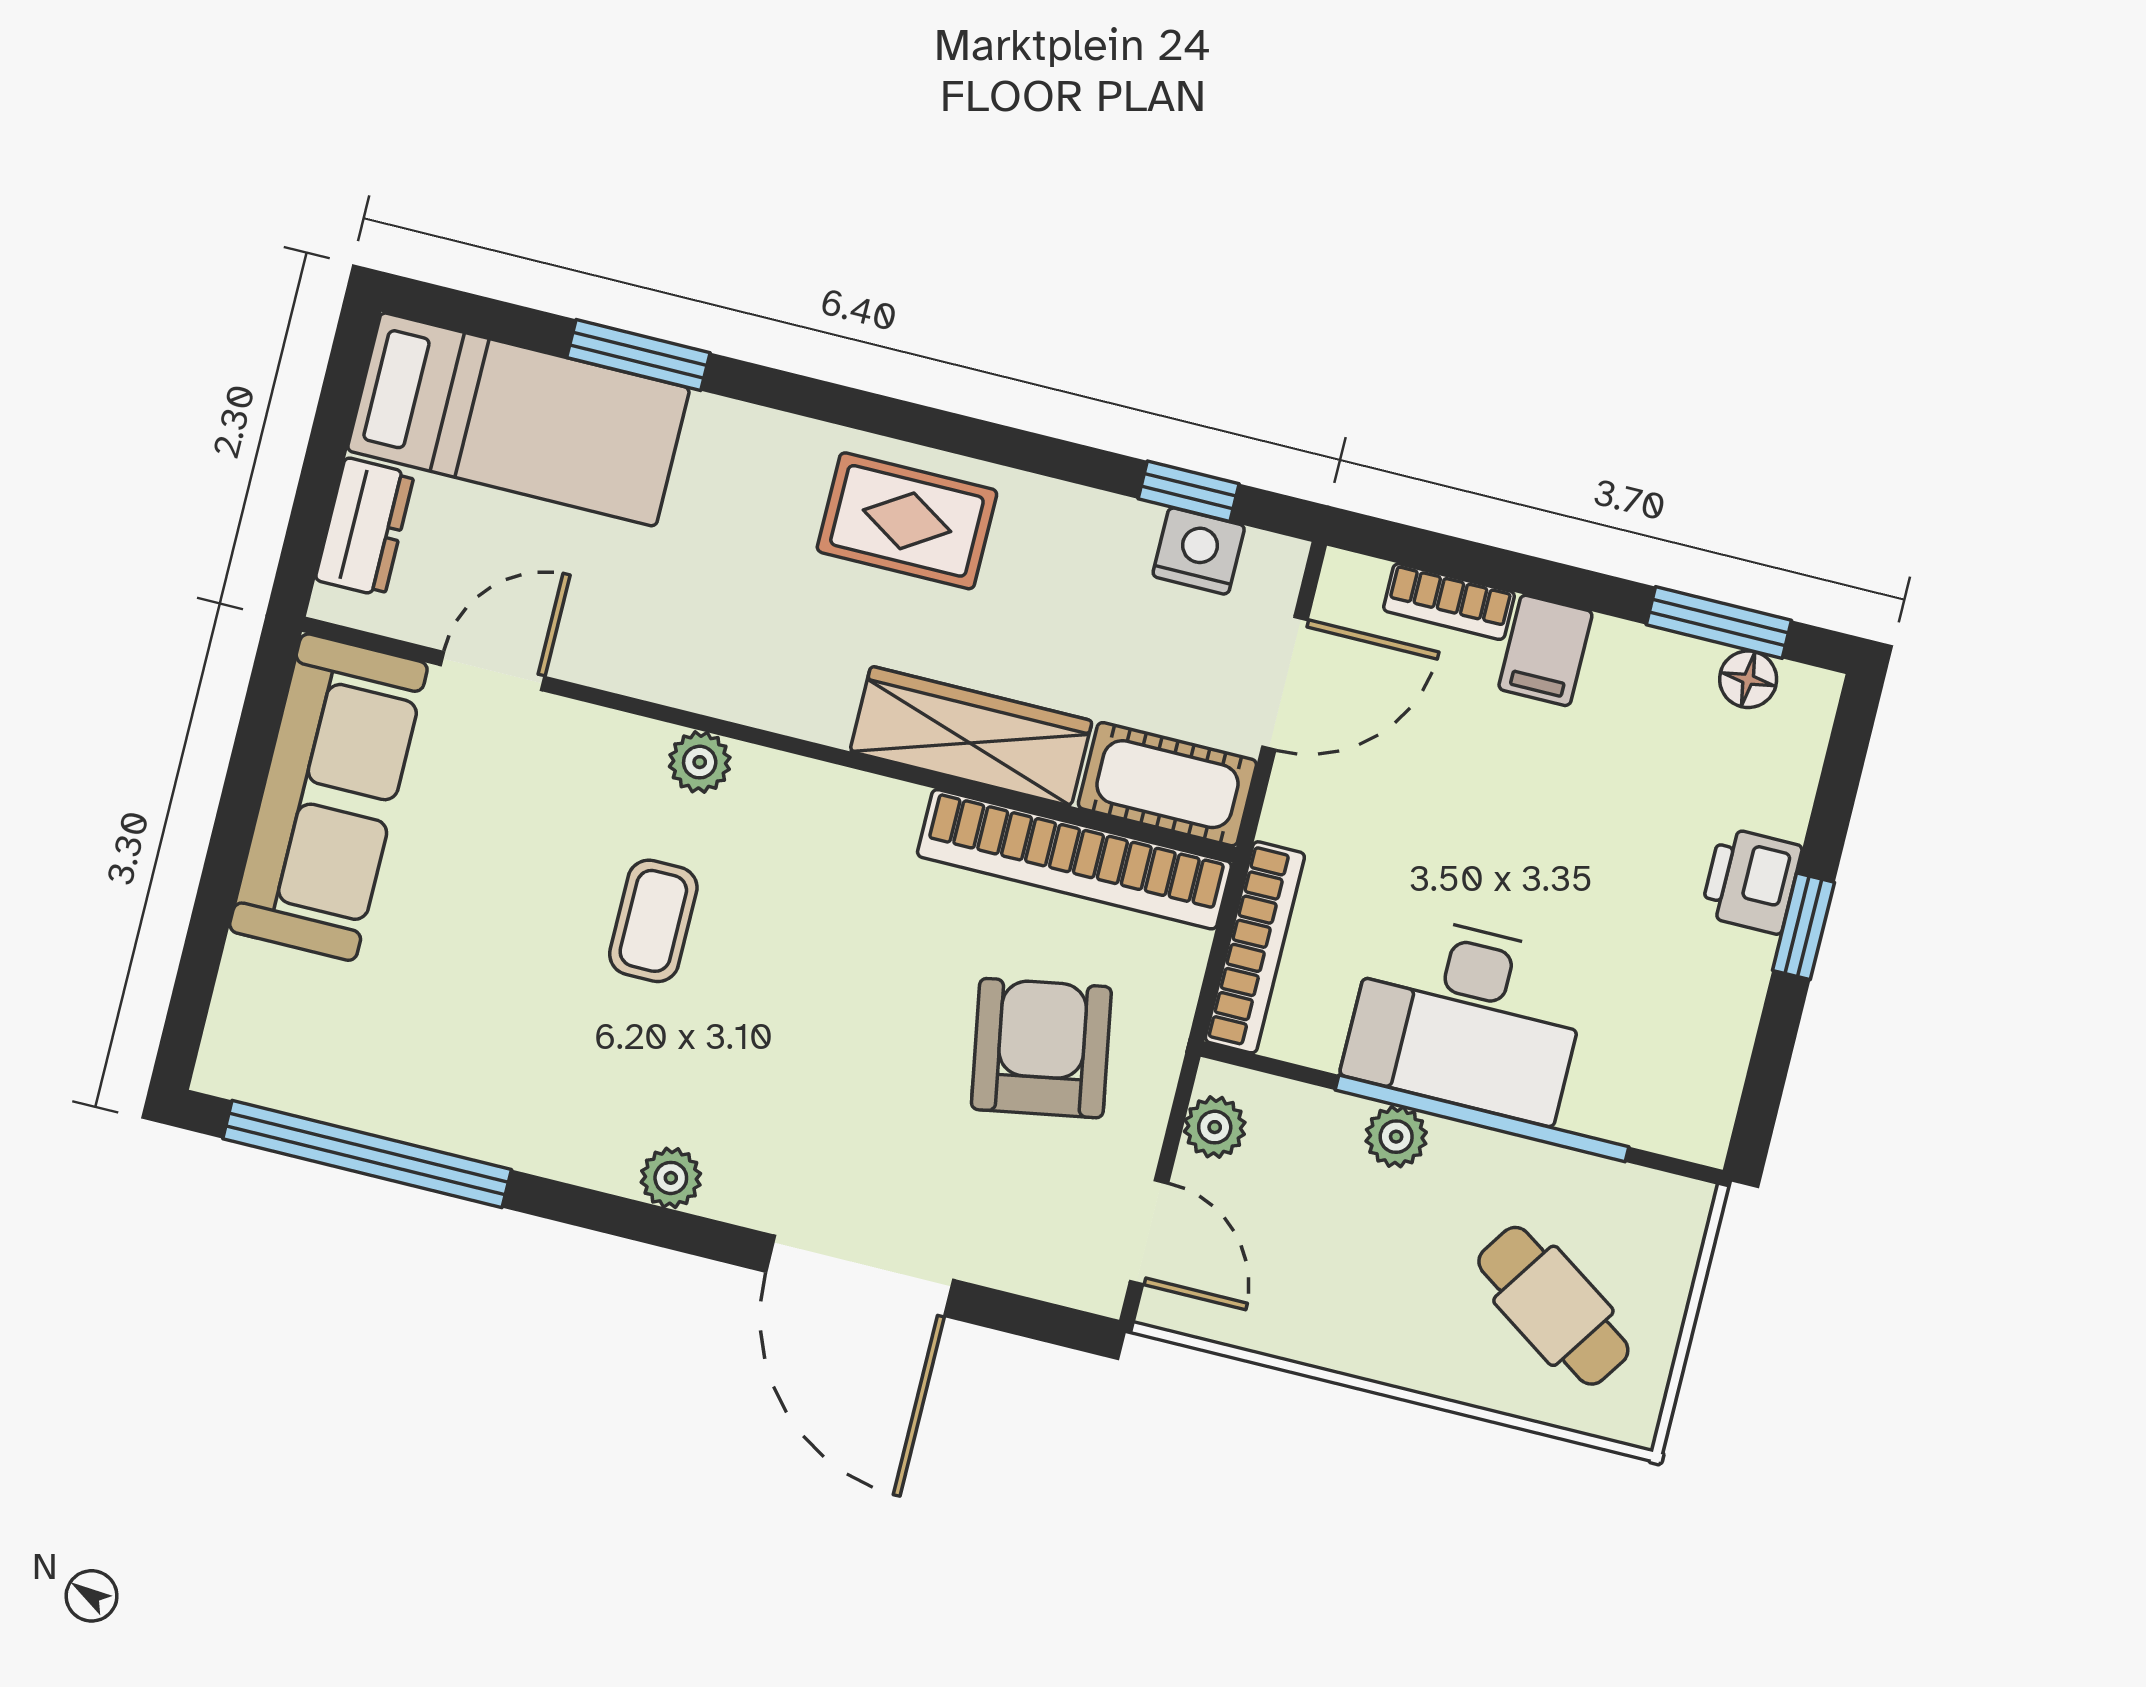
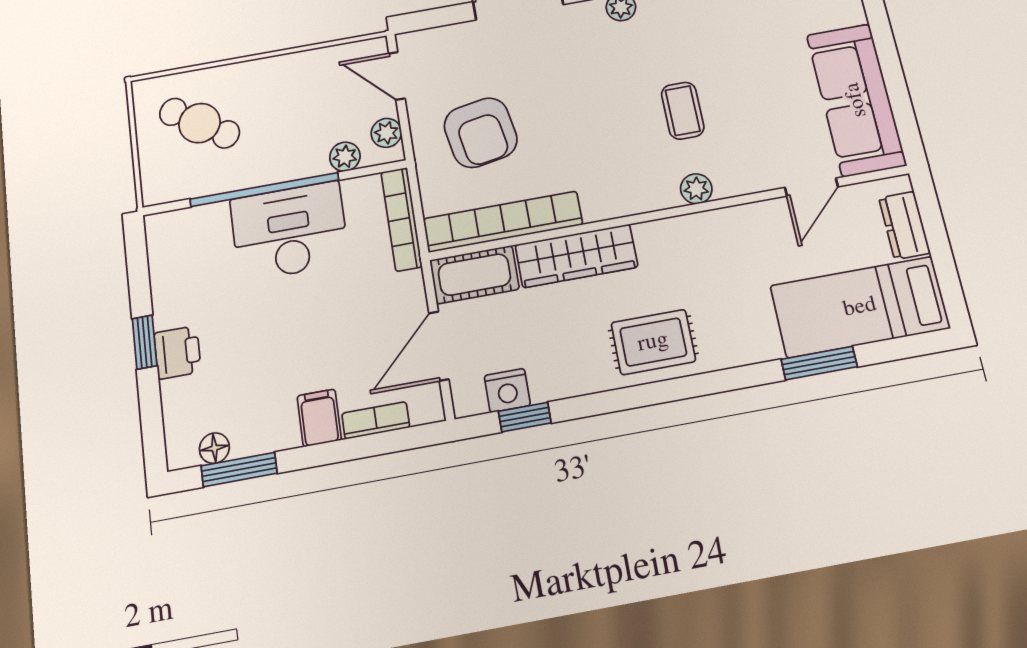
plant: (1396, 1137) -> (345, 157), moved

